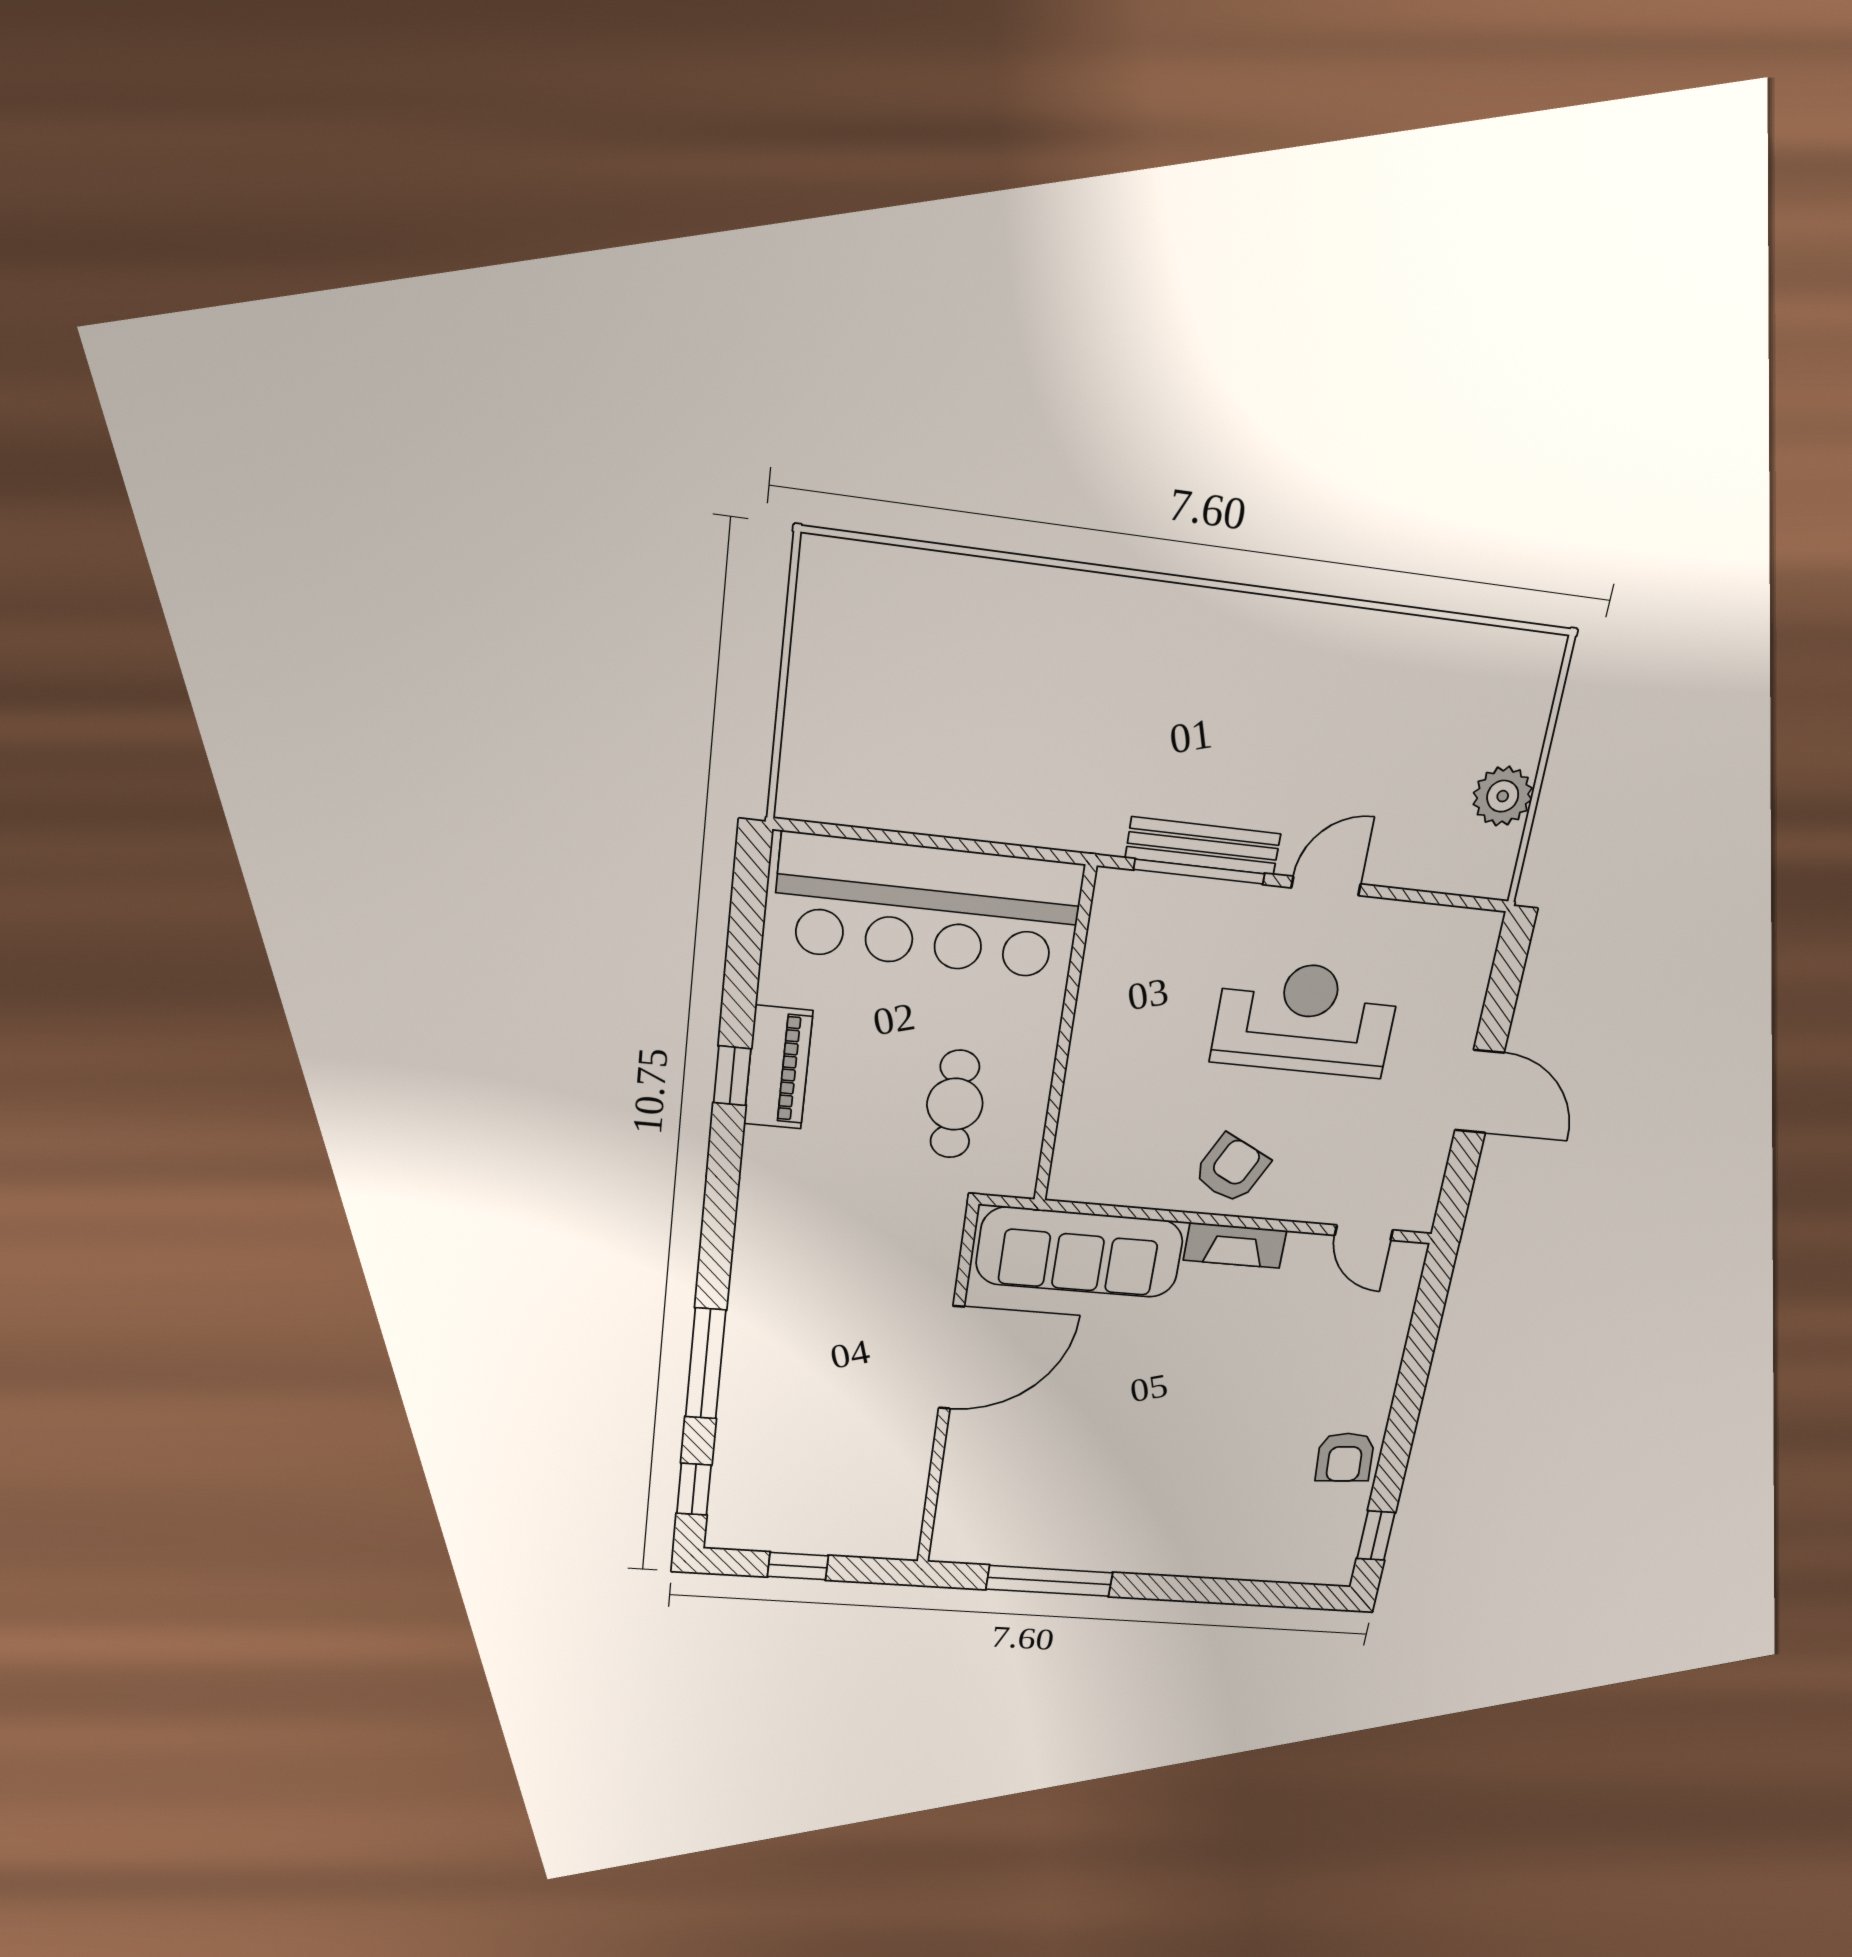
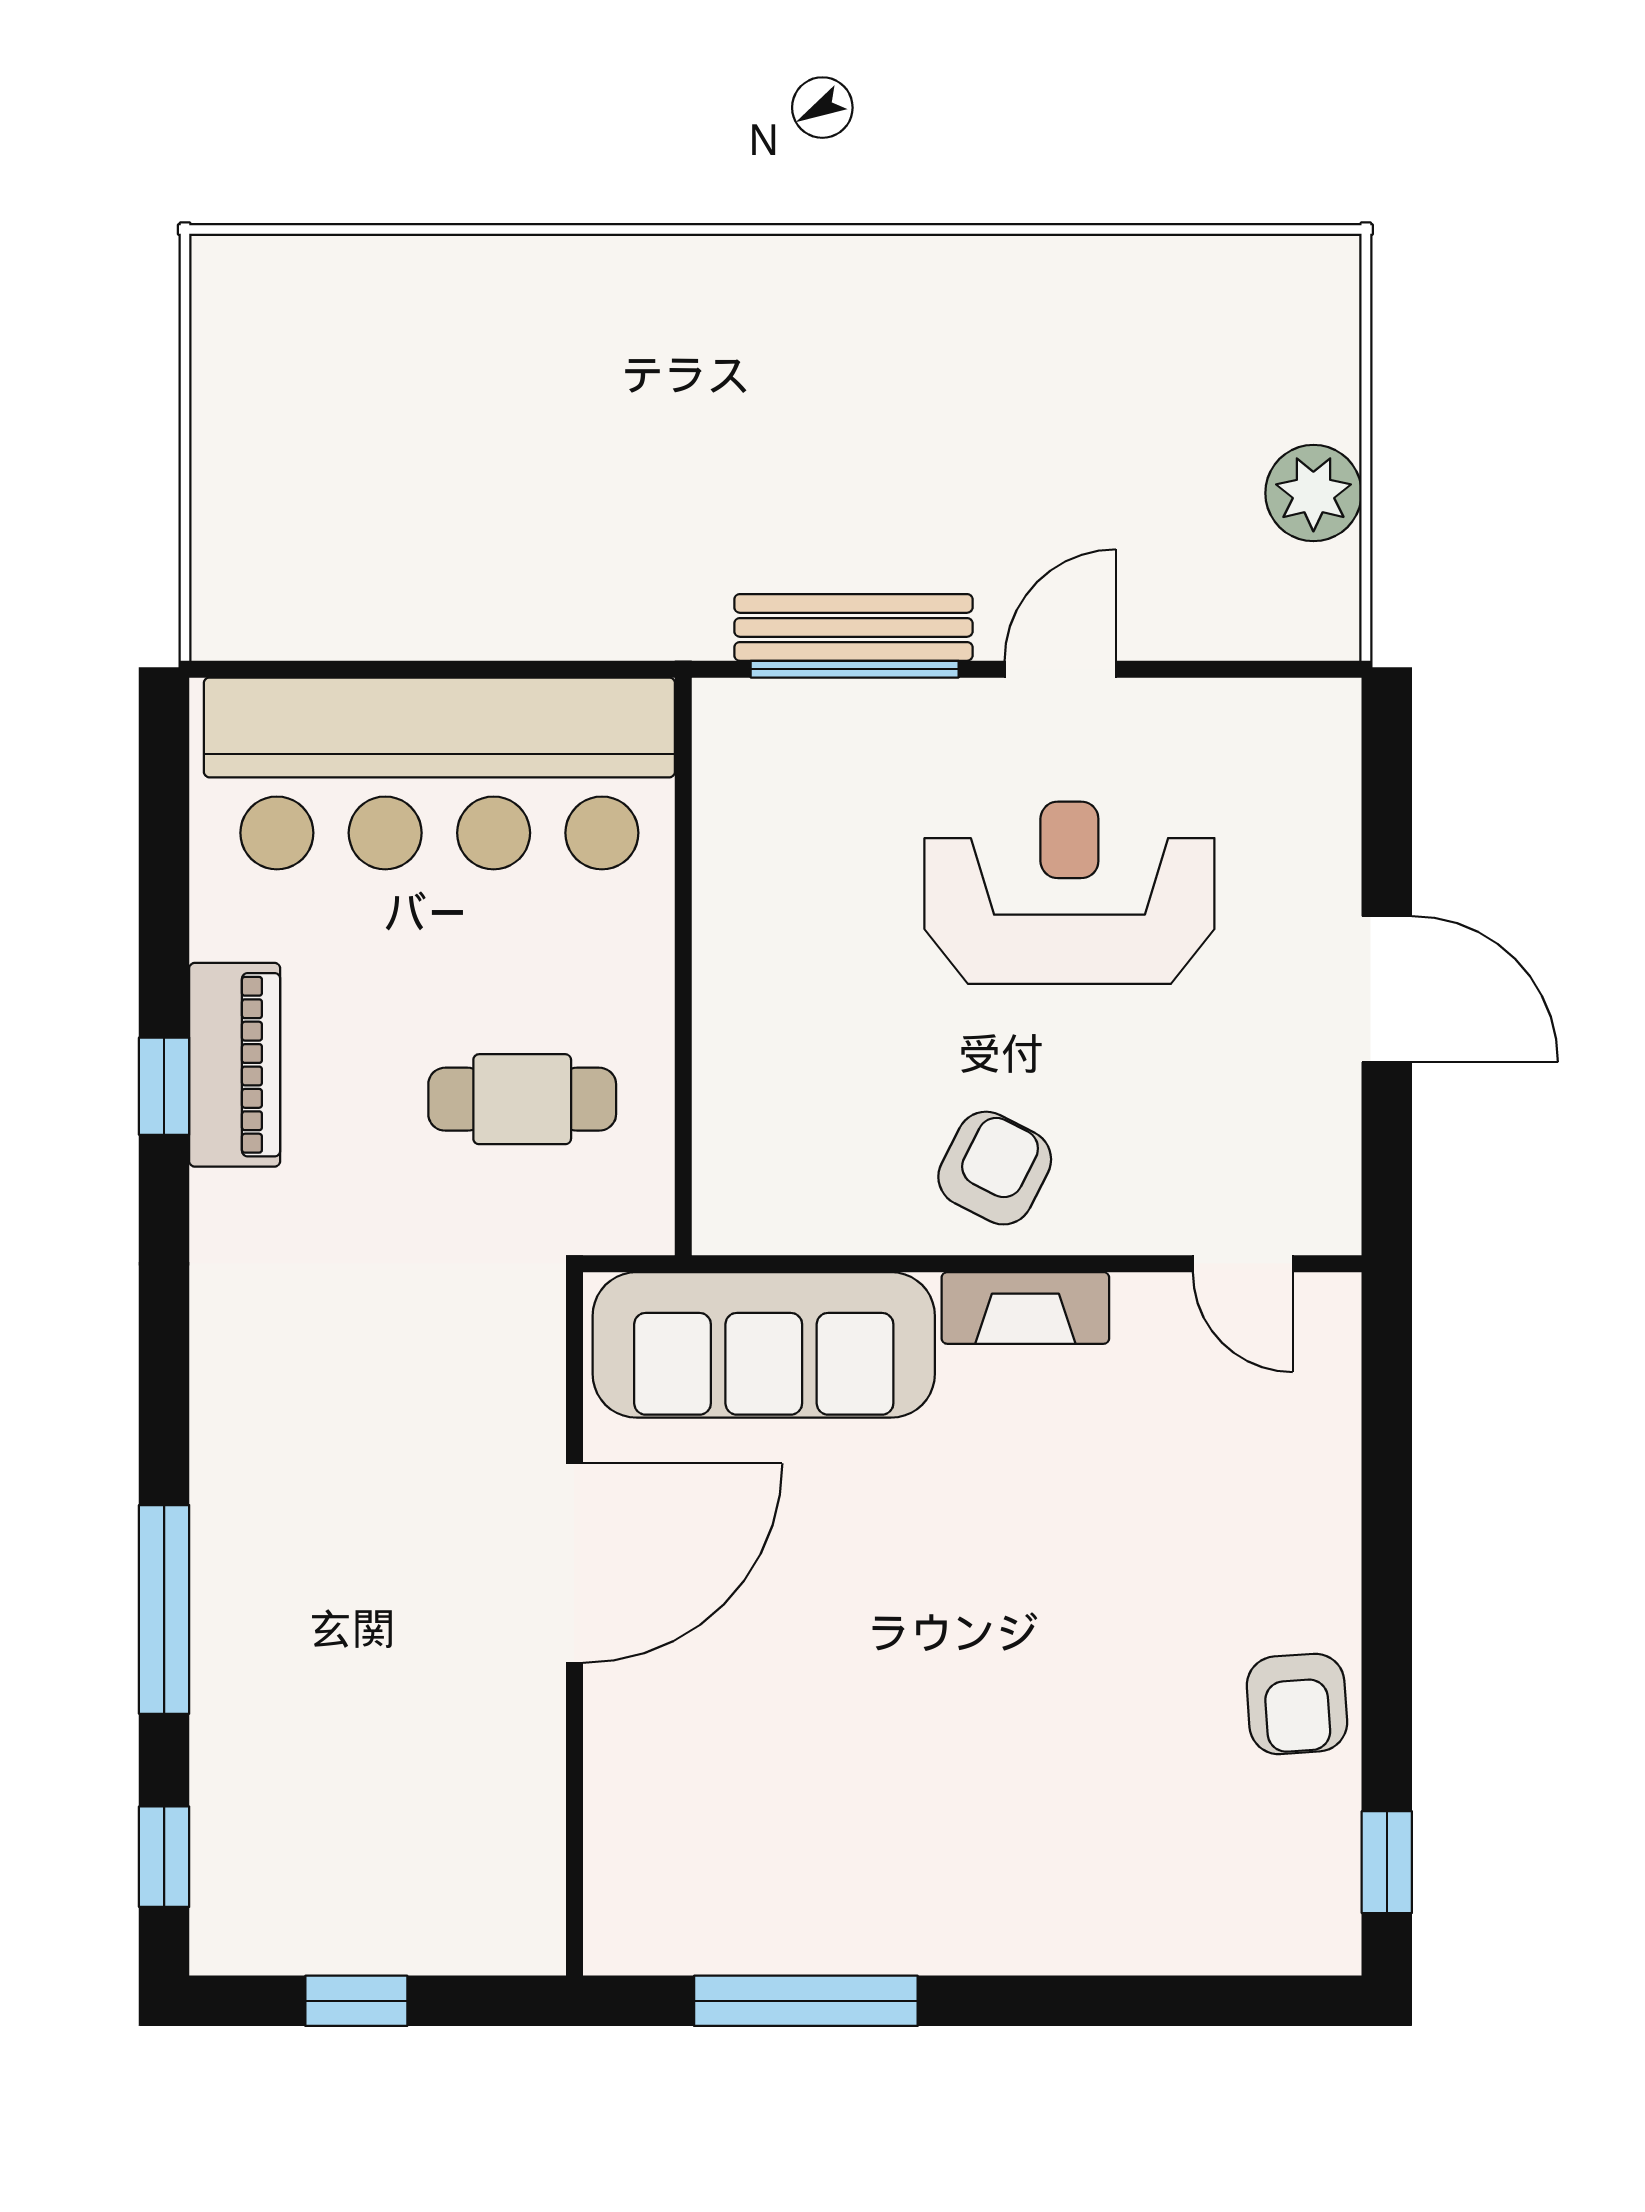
cafe table: (955, 1104) -> (522, 1099), turned 90

